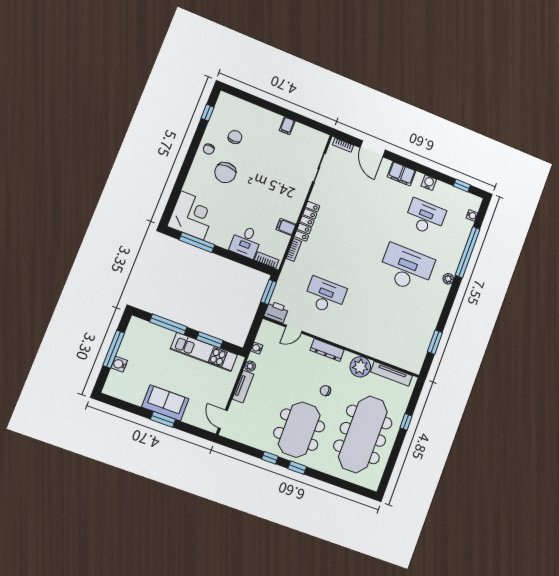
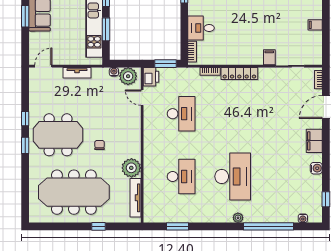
desk: (425, 217) -> (181, 176), moved
filing cabinet: (286, 227) -> (269, 57), moved
dresser: (327, 350) -> (135, 133), removed
plant: (250, 366) -> (128, 76), moved, width x1.88, depth x1.88

